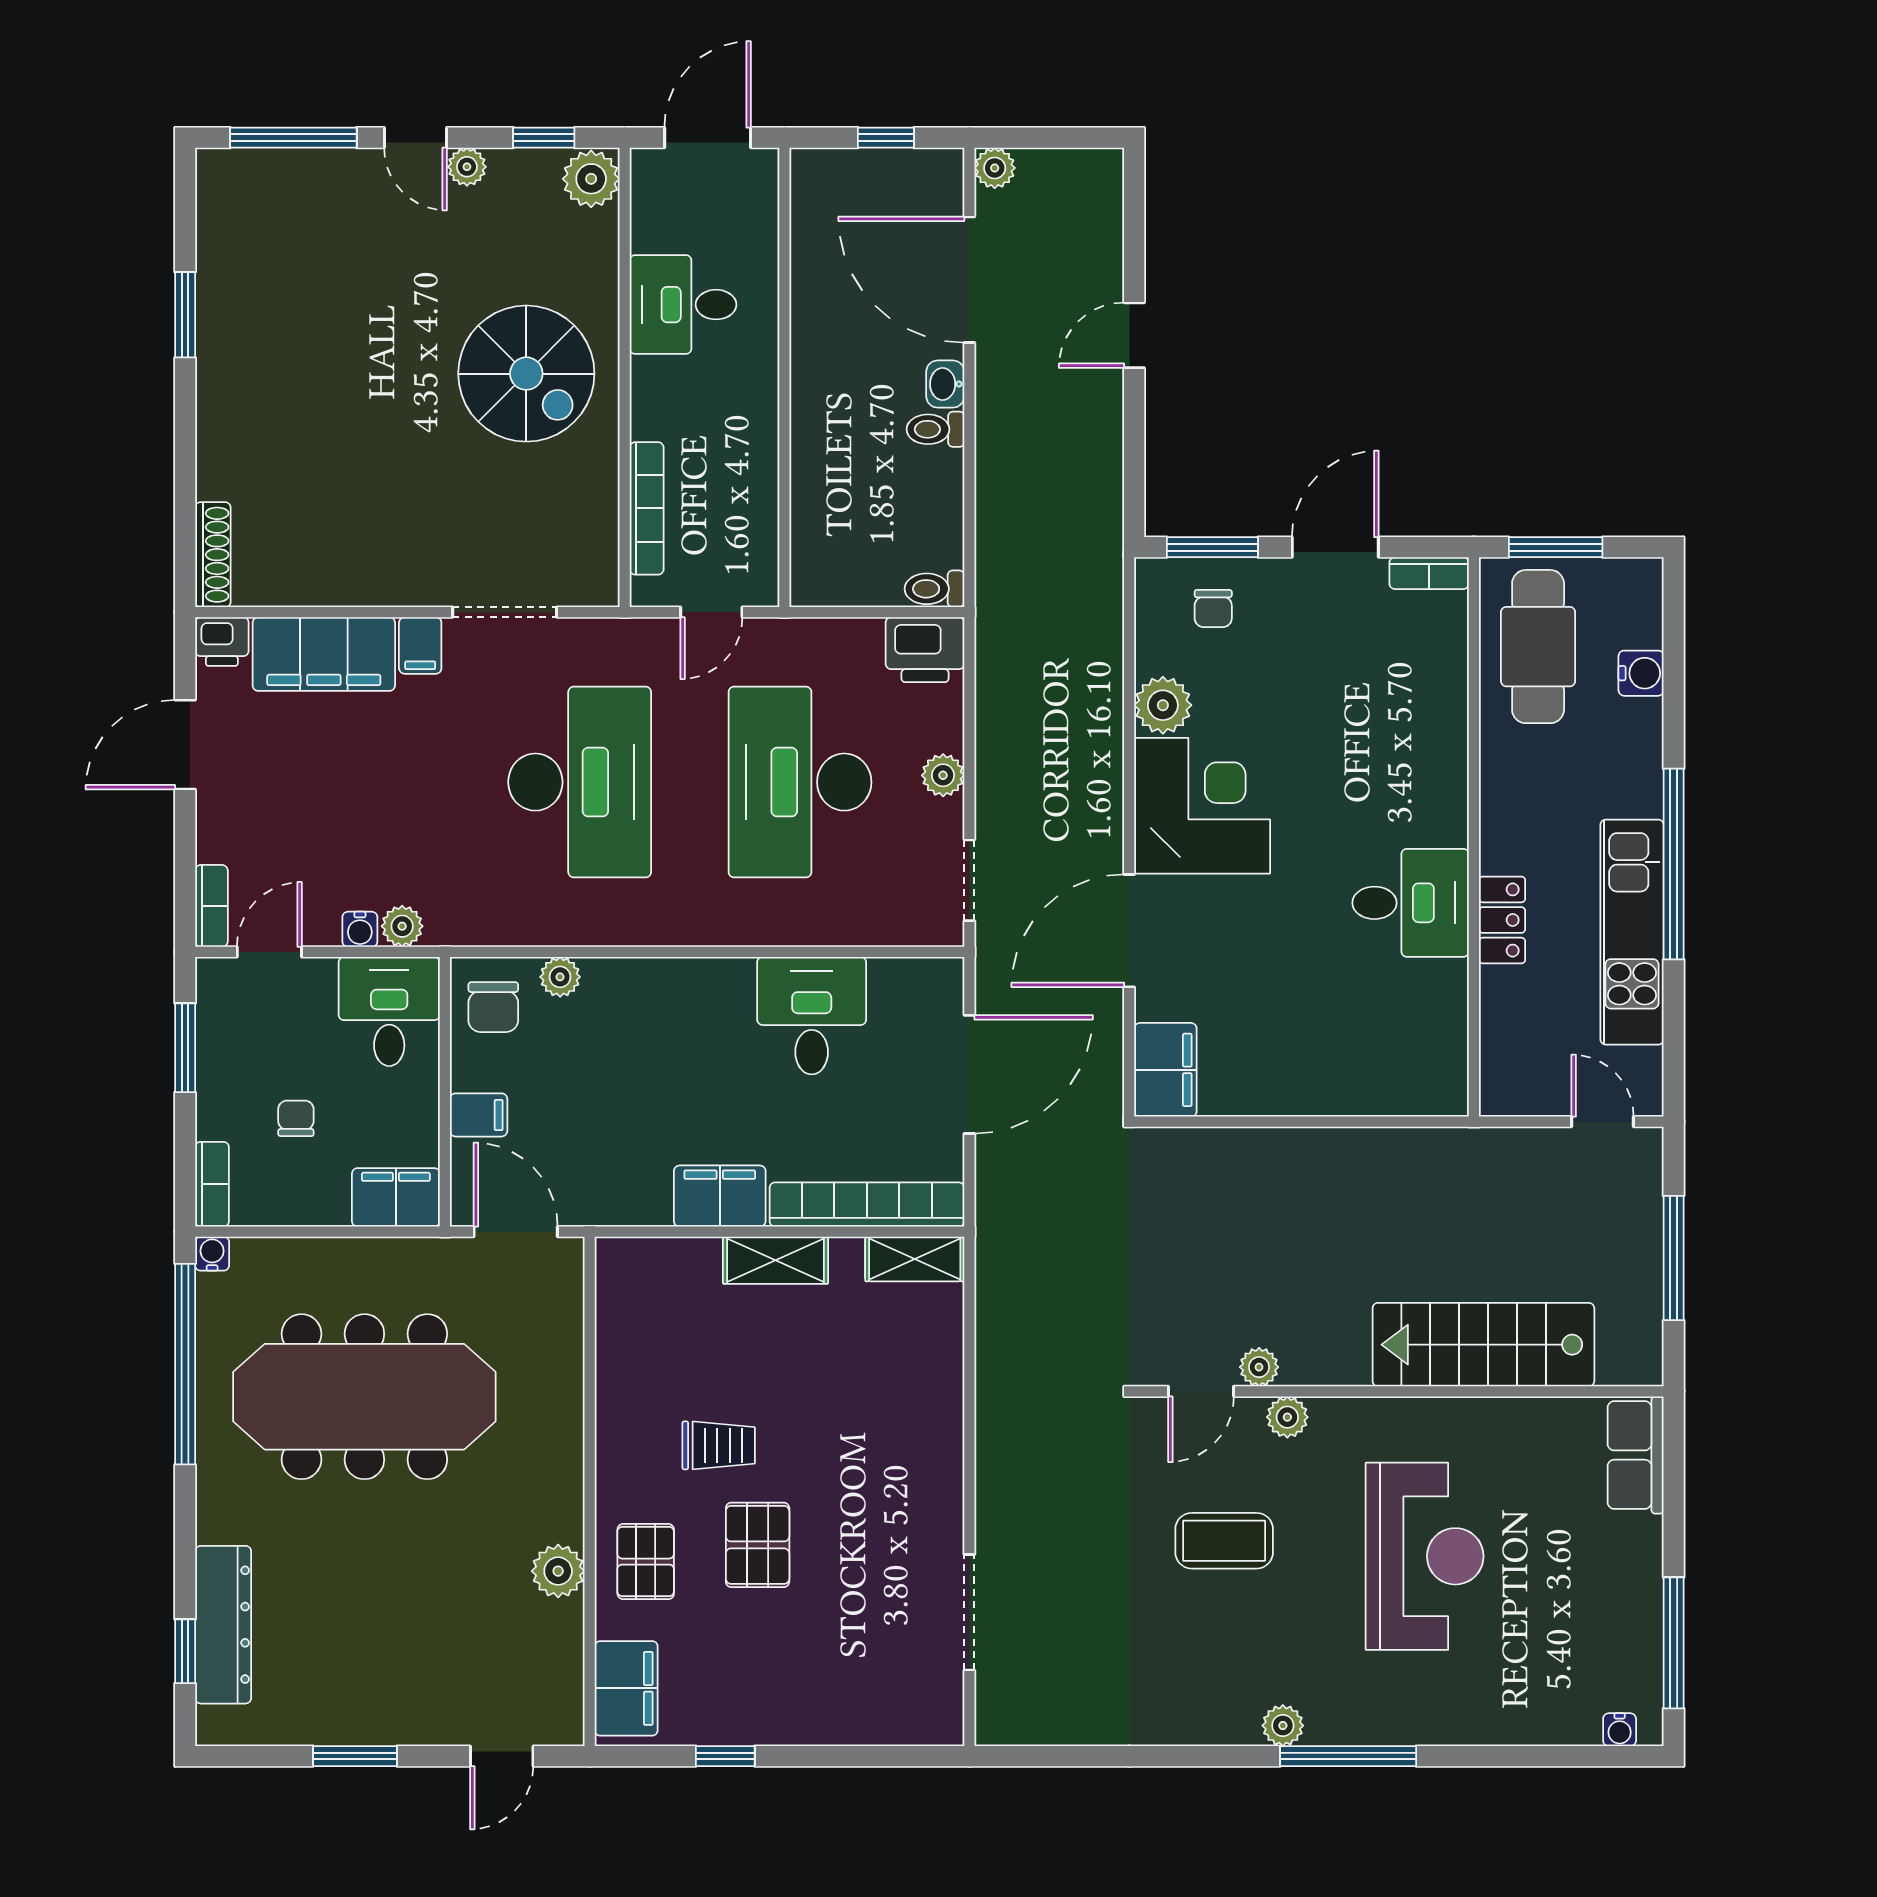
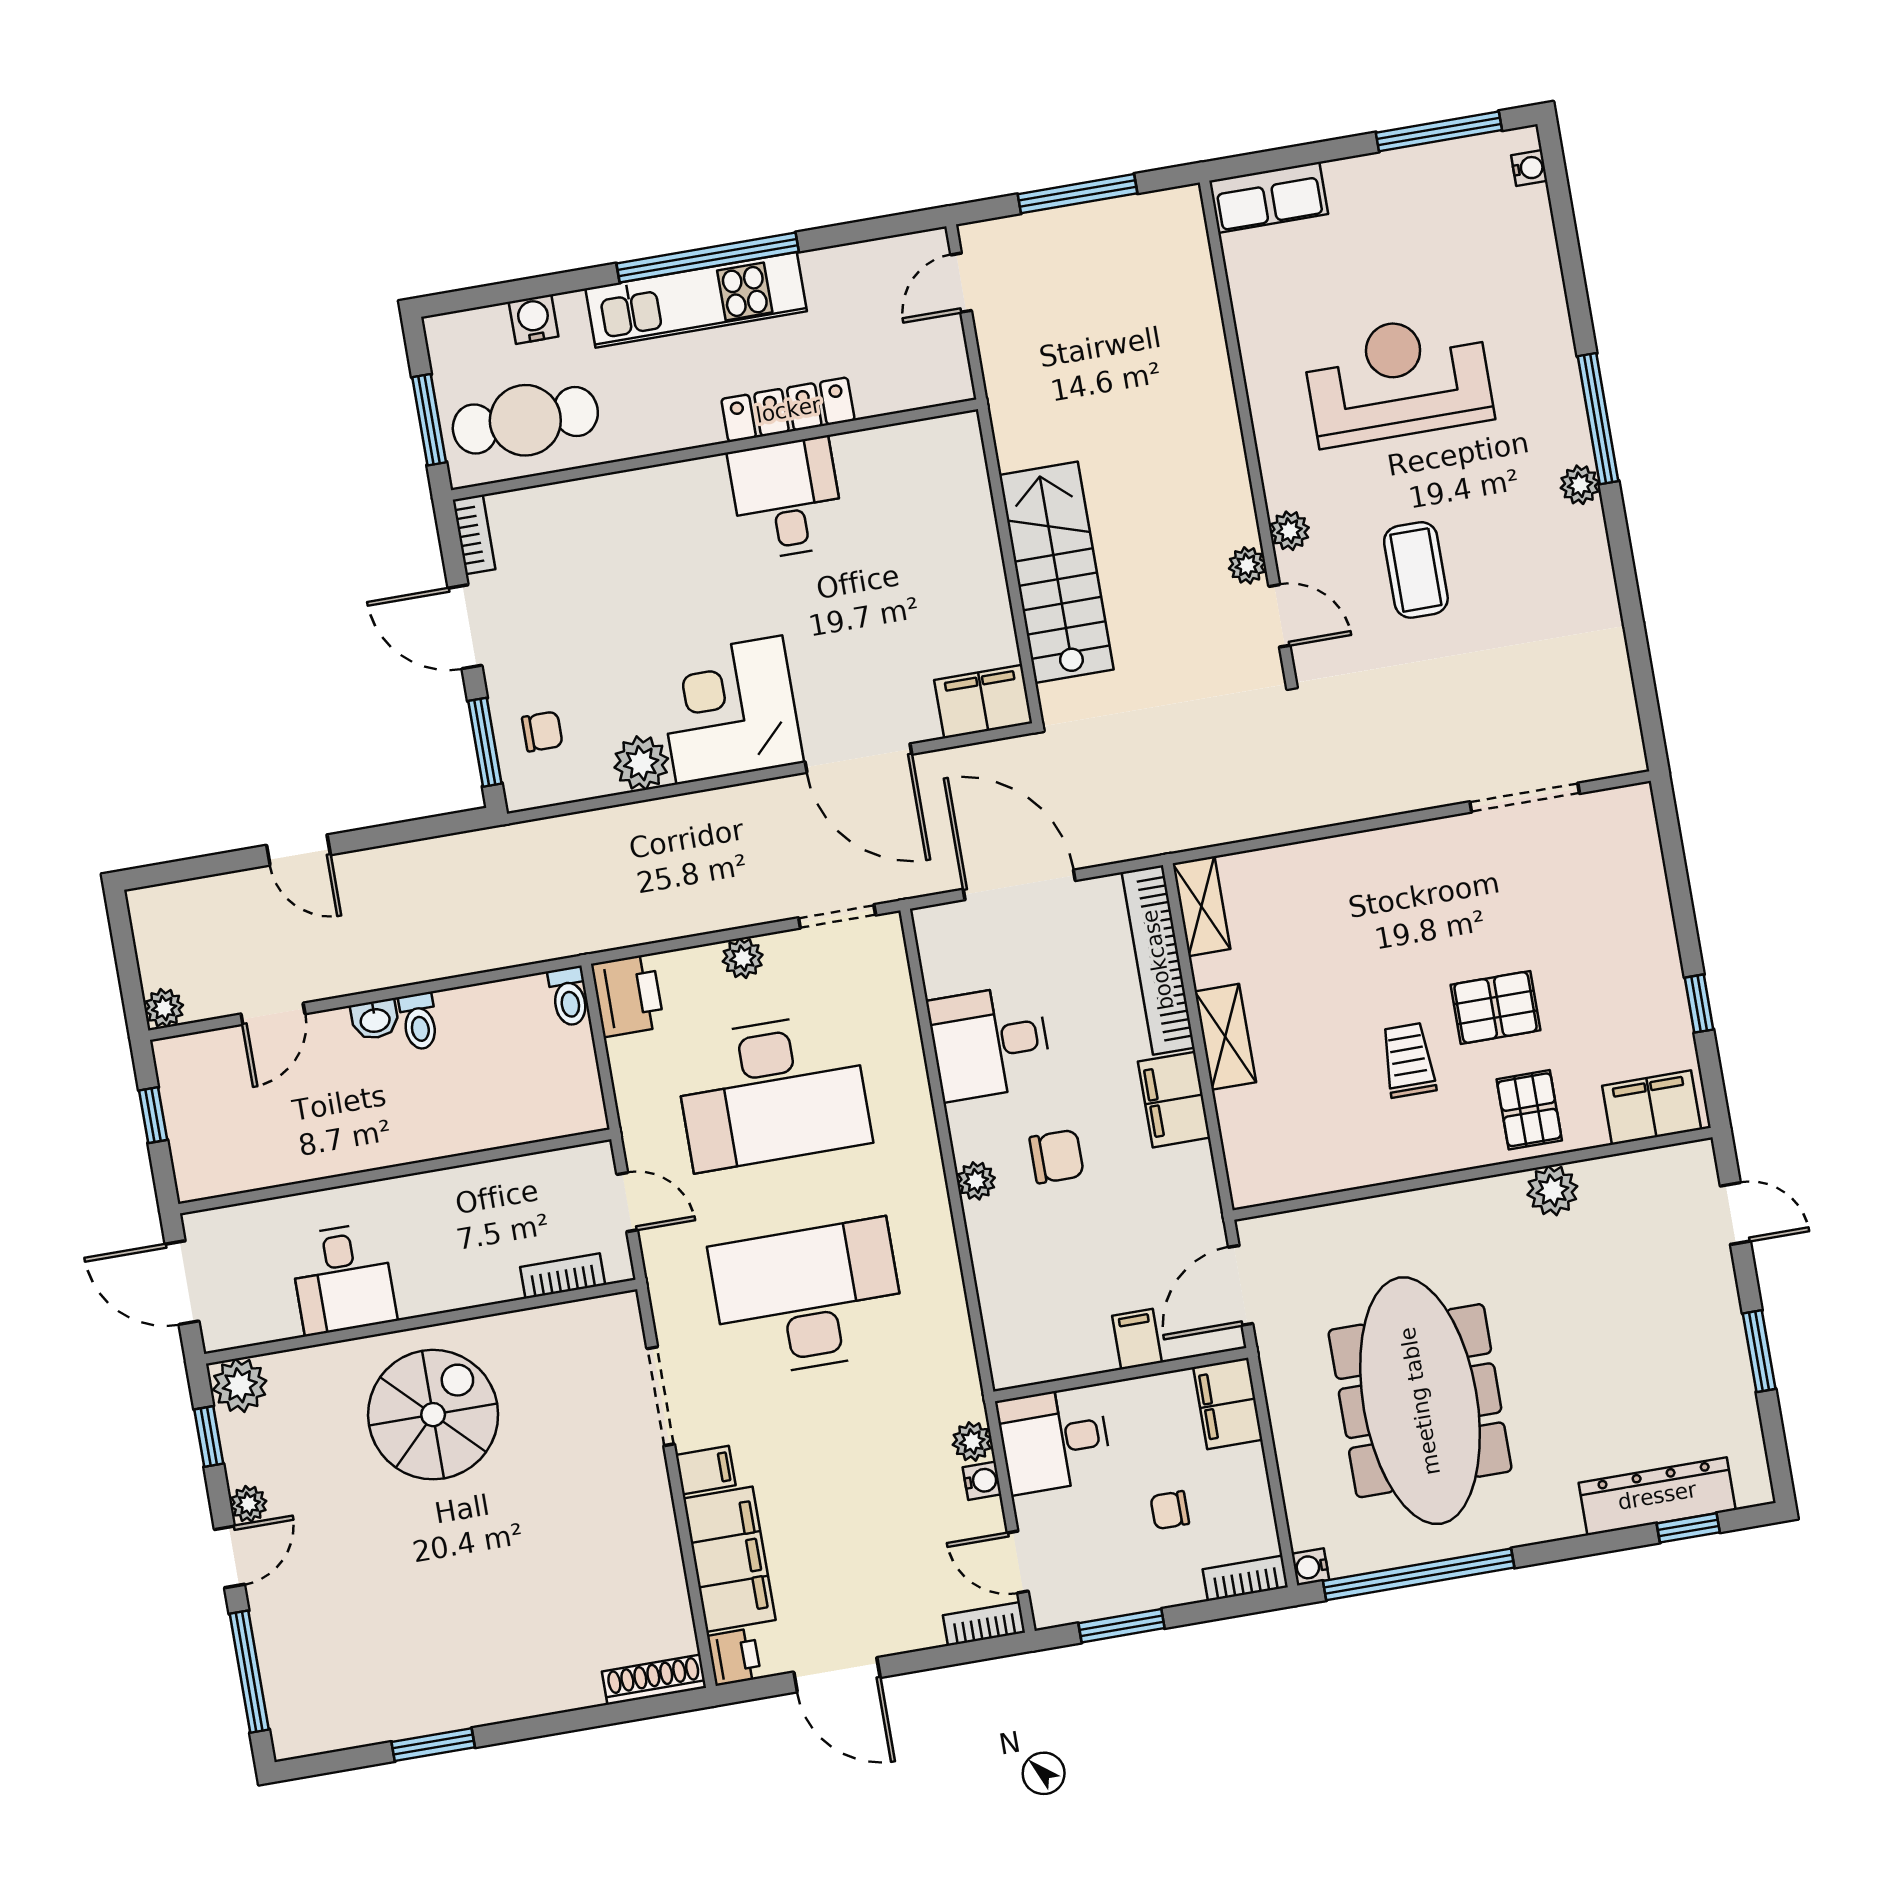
door: (969, 280) -> (273, 1014), width x0.53
bookcase: (647, 508) -> (563, 1276), width x0.64
locker: (1502, 920) -> (788, 410), width x1.53
kitchen unit: (1632, 932) -> (696, 300), moved
plant: (560, 977) -> (976, 1181), moved
chair: (493, 1007) -> (1057, 1156), moved
stairs: (1483, 1345) -> (1056, 572), moved, turned 180
pallet: (646, 1562) -> (1529, 1110), turned 90

